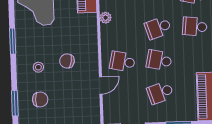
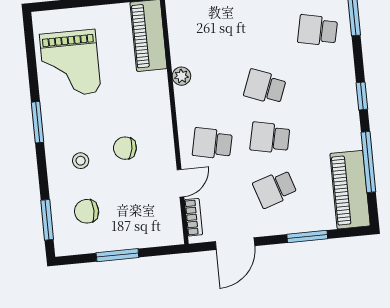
school desk: (195, 27) -> (323, 81), removed
school desk: (158, 28) -> (265, 87), turned 39
chair: (40, 99) -> (87, 211), turned 180
bookcase: (108, 107) -> (193, 217), added

